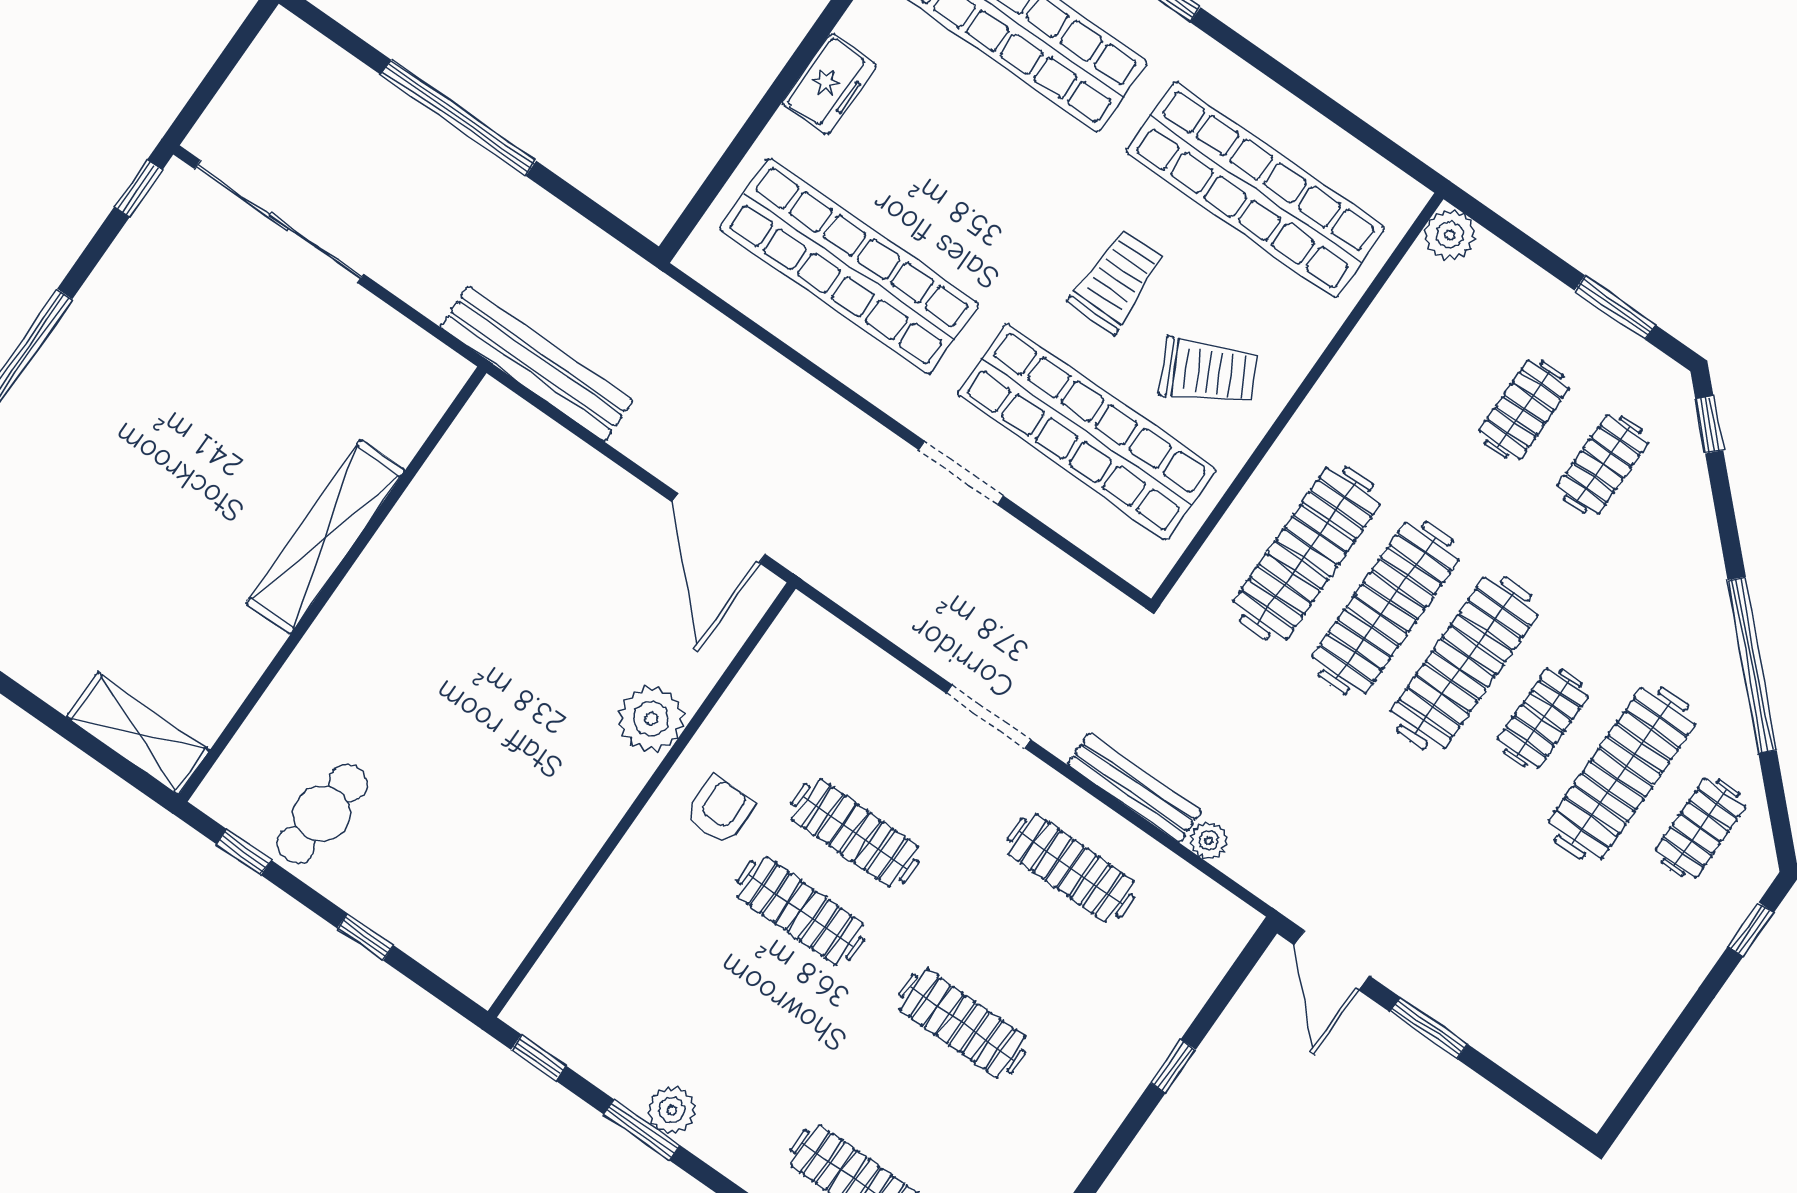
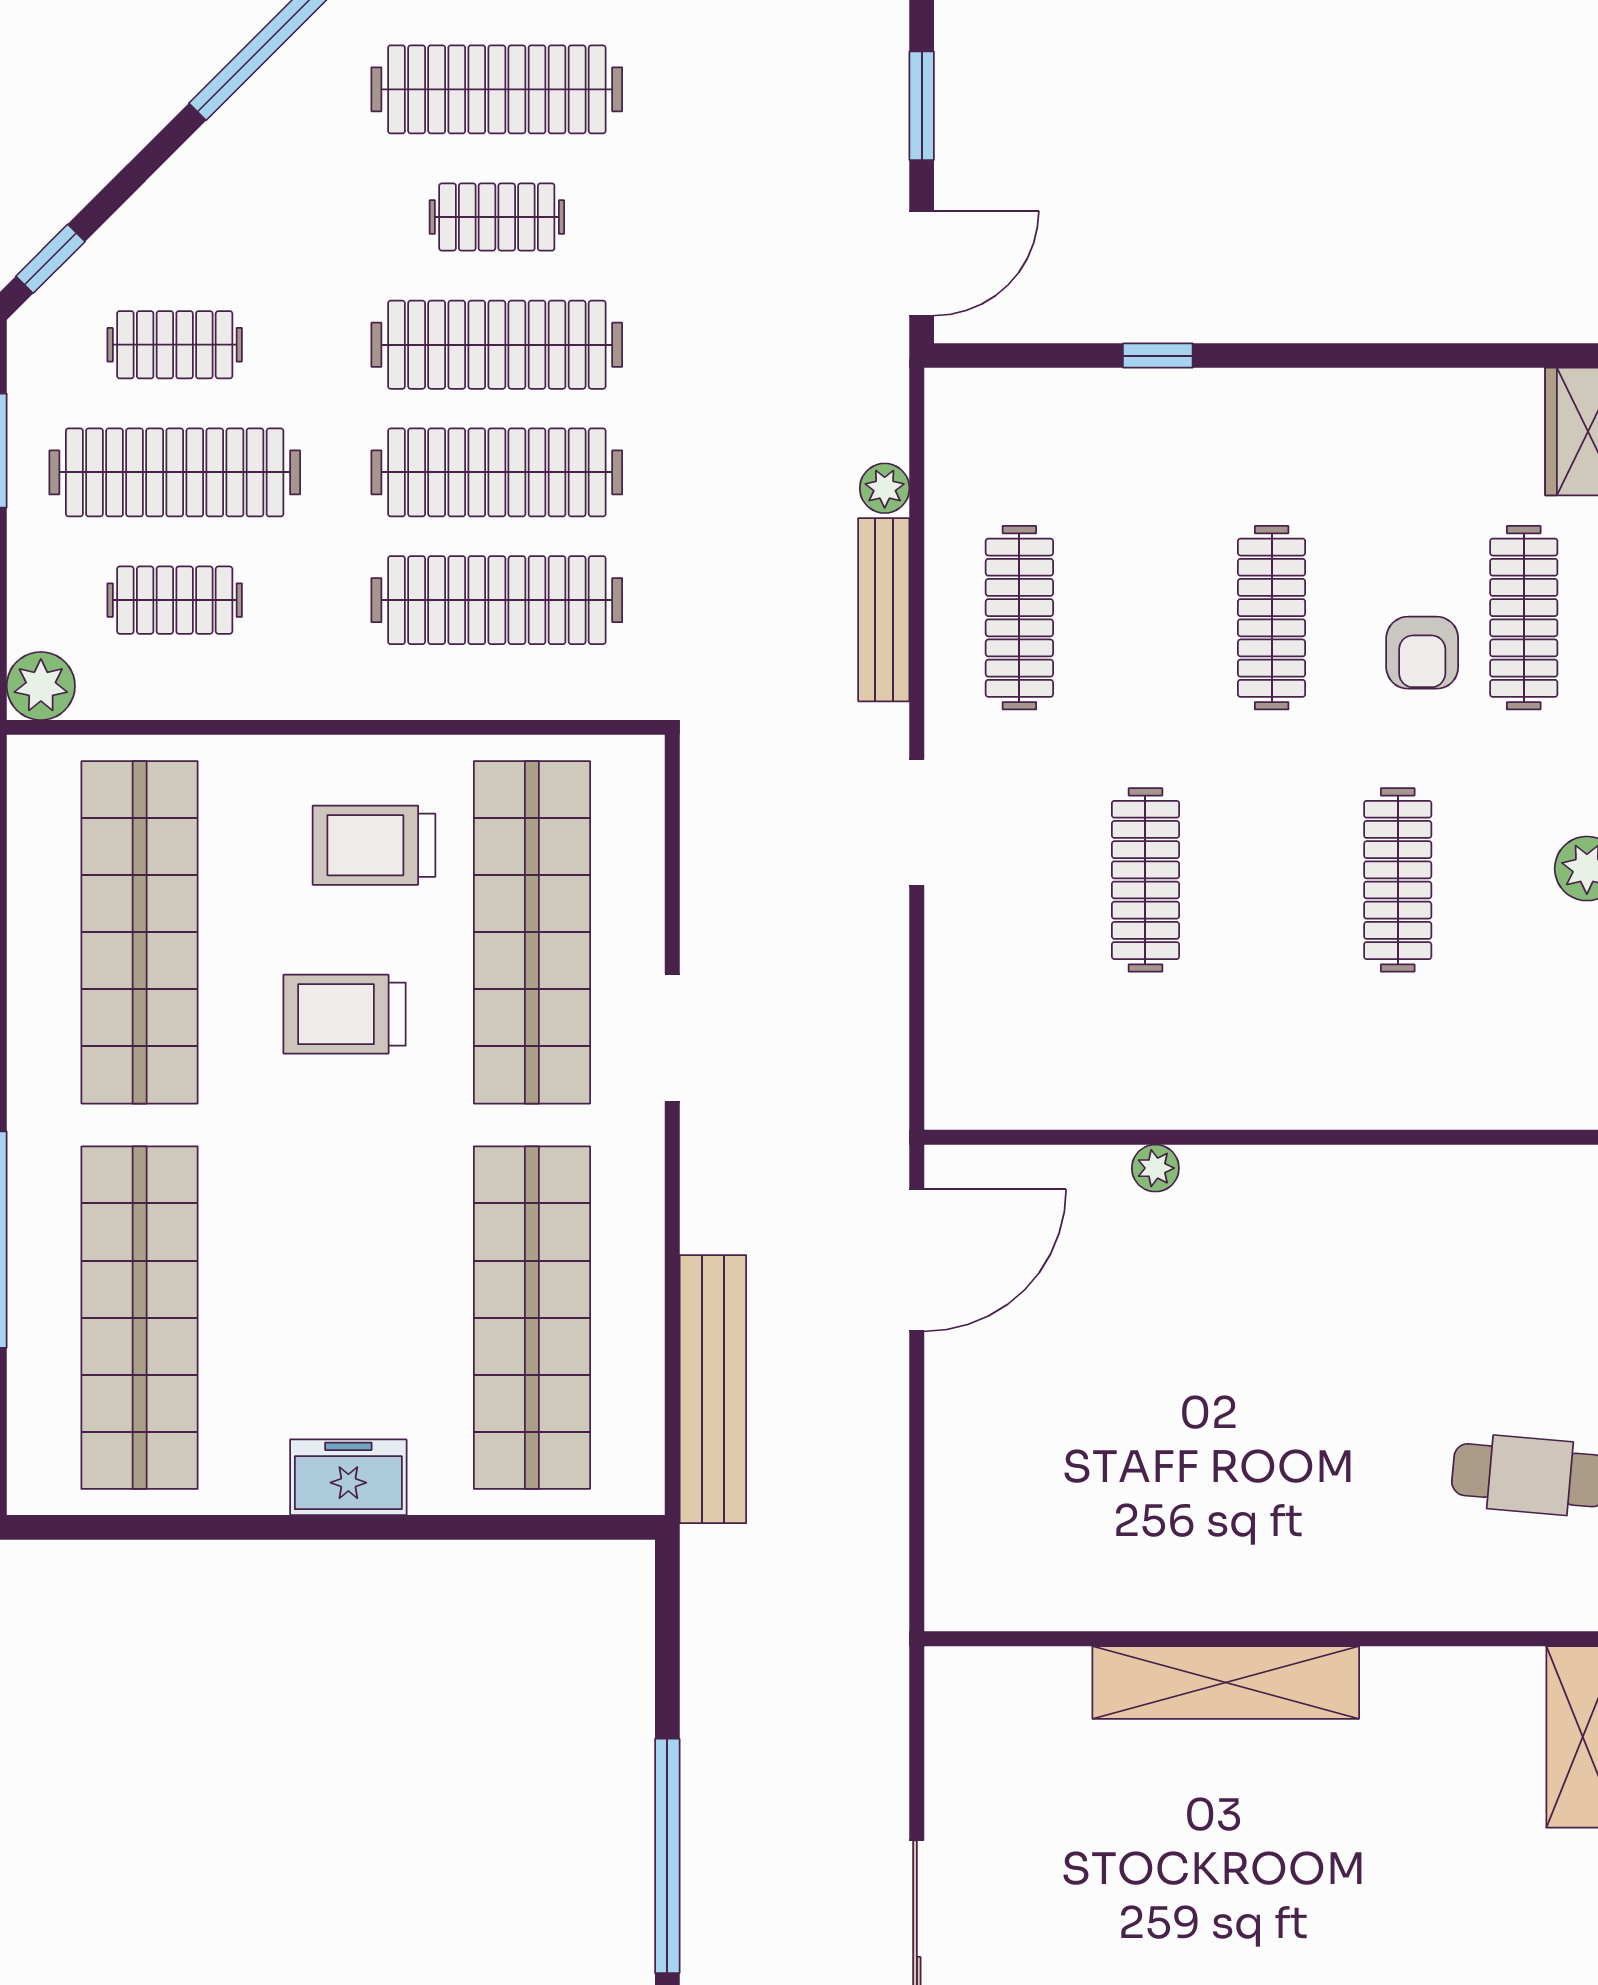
clothes rail: (1445, 354) -> (175, 600), added
bench: (536, 364) -> (713, 1389), moved
trolley: (1208, 372) -> (374, 845), turned -63
clothes rail: (1524, 409) -> (175, 472), width x1.86, depth x1.31
plant: (651, 719) -> (1155, 1168), width x0.53, depth x0.53
armchair: (719, 810) -> (1422, 653), moved, turned -90
clothes rail: (801, 911) -> (1398, 880), moved

